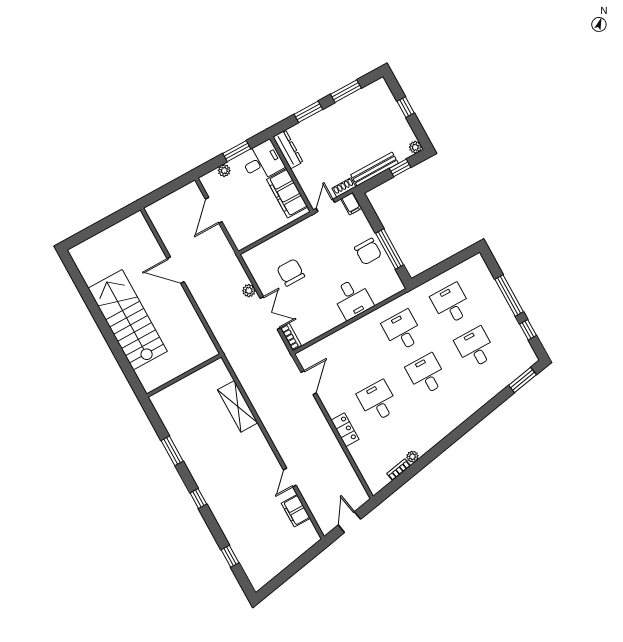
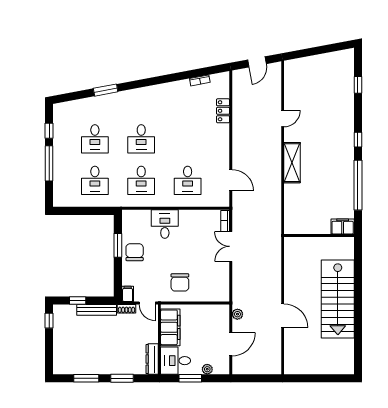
window: (406, 107) -> (49, 321), moved
plant: (415, 147) -> (58, 309), removed
door: (325, 205) -> (147, 303), hinge flipped
window: (390, 249) -> (118, 245), width x0.69
chair: (291, 272) -> (180, 282), moved
plant: (249, 291) -> (237, 314), moved
window: (523, 380) -> (106, 90), moved
door: (309, 383) -> (231, 180), swing flipped
desk: (378, 401) -> (188, 180), moved
shelving: (238, 406) -> (292, 163), moved
locker: (345, 430) -> (223, 111), moved
window: (172, 451) -> (358, 185), width x2.11
plant: (412, 457) -> (185, 84), removed
filing cabinet: (296, 511) -> (343, 227), moved, turned -90

